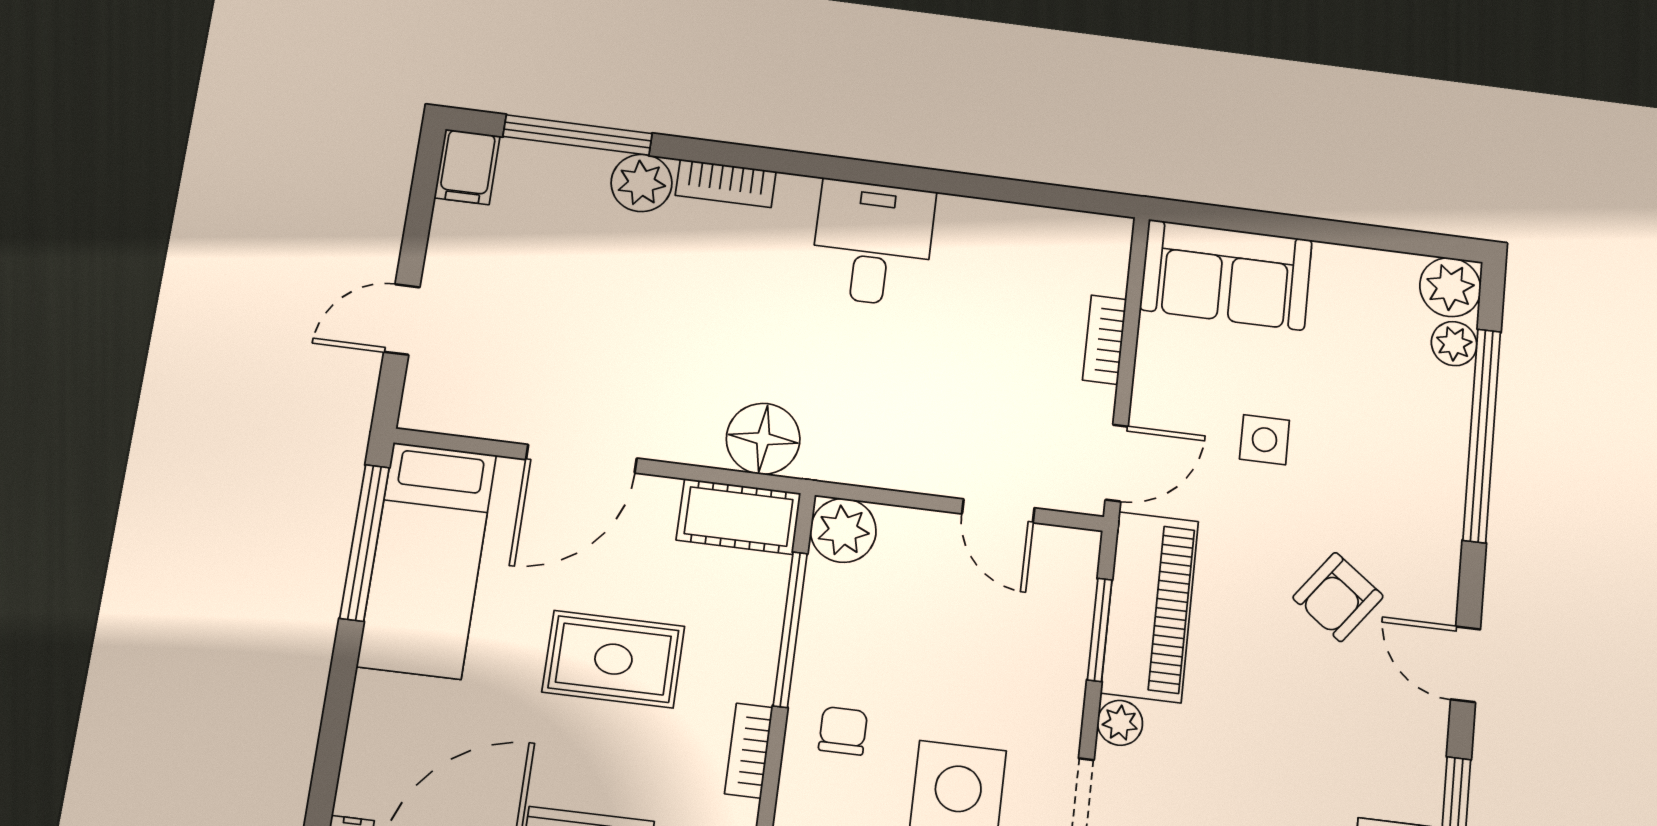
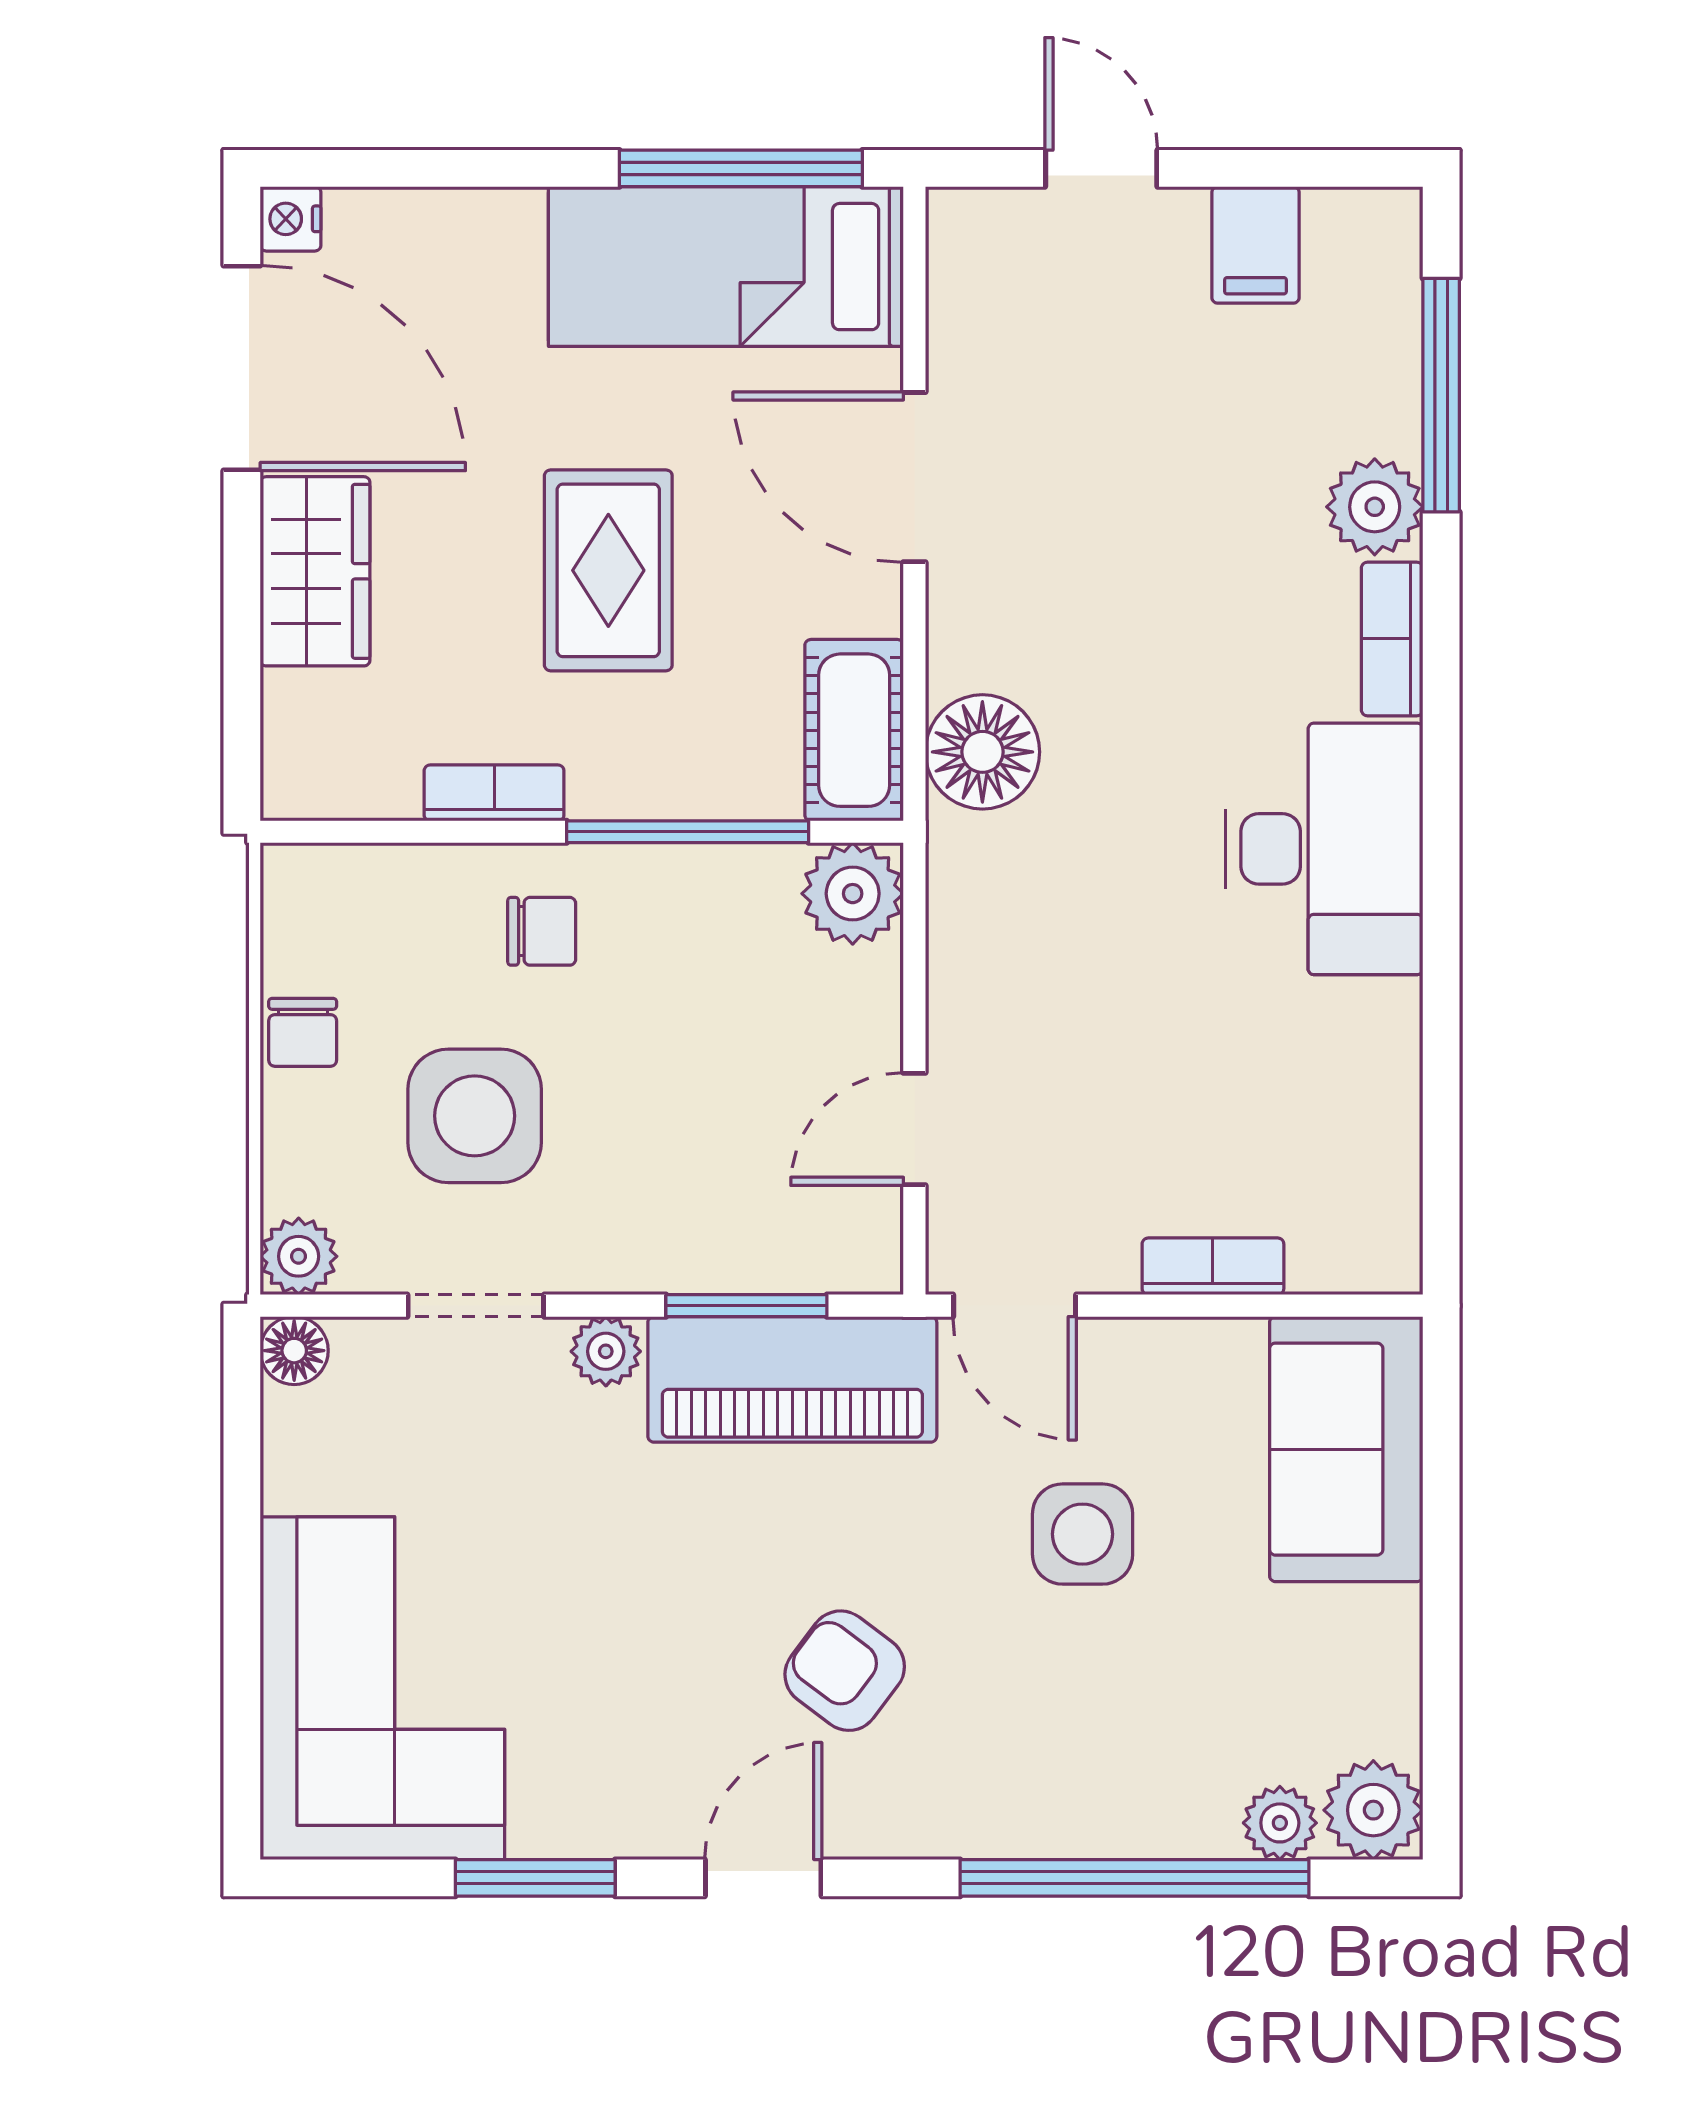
filing cabinet: (467, 167) -> (1255, 245), moved, turned -90
desk: (873, 243) -> (1324, 849), width x1.37
side table: (1265, 440) -> (1083, 1534), width x1.37, depth x1.37

